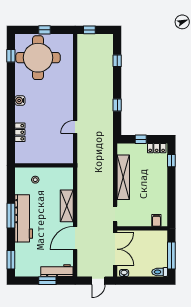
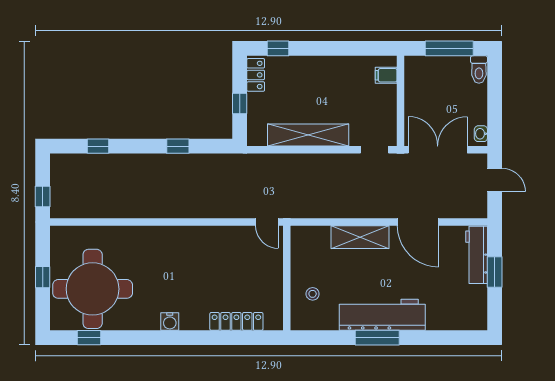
door: (75, 127) -> (267, 222), moved
locker: (20, 132) -> (236, 321), width x1.53
window: (11, 260) -> (457, 338), removed

